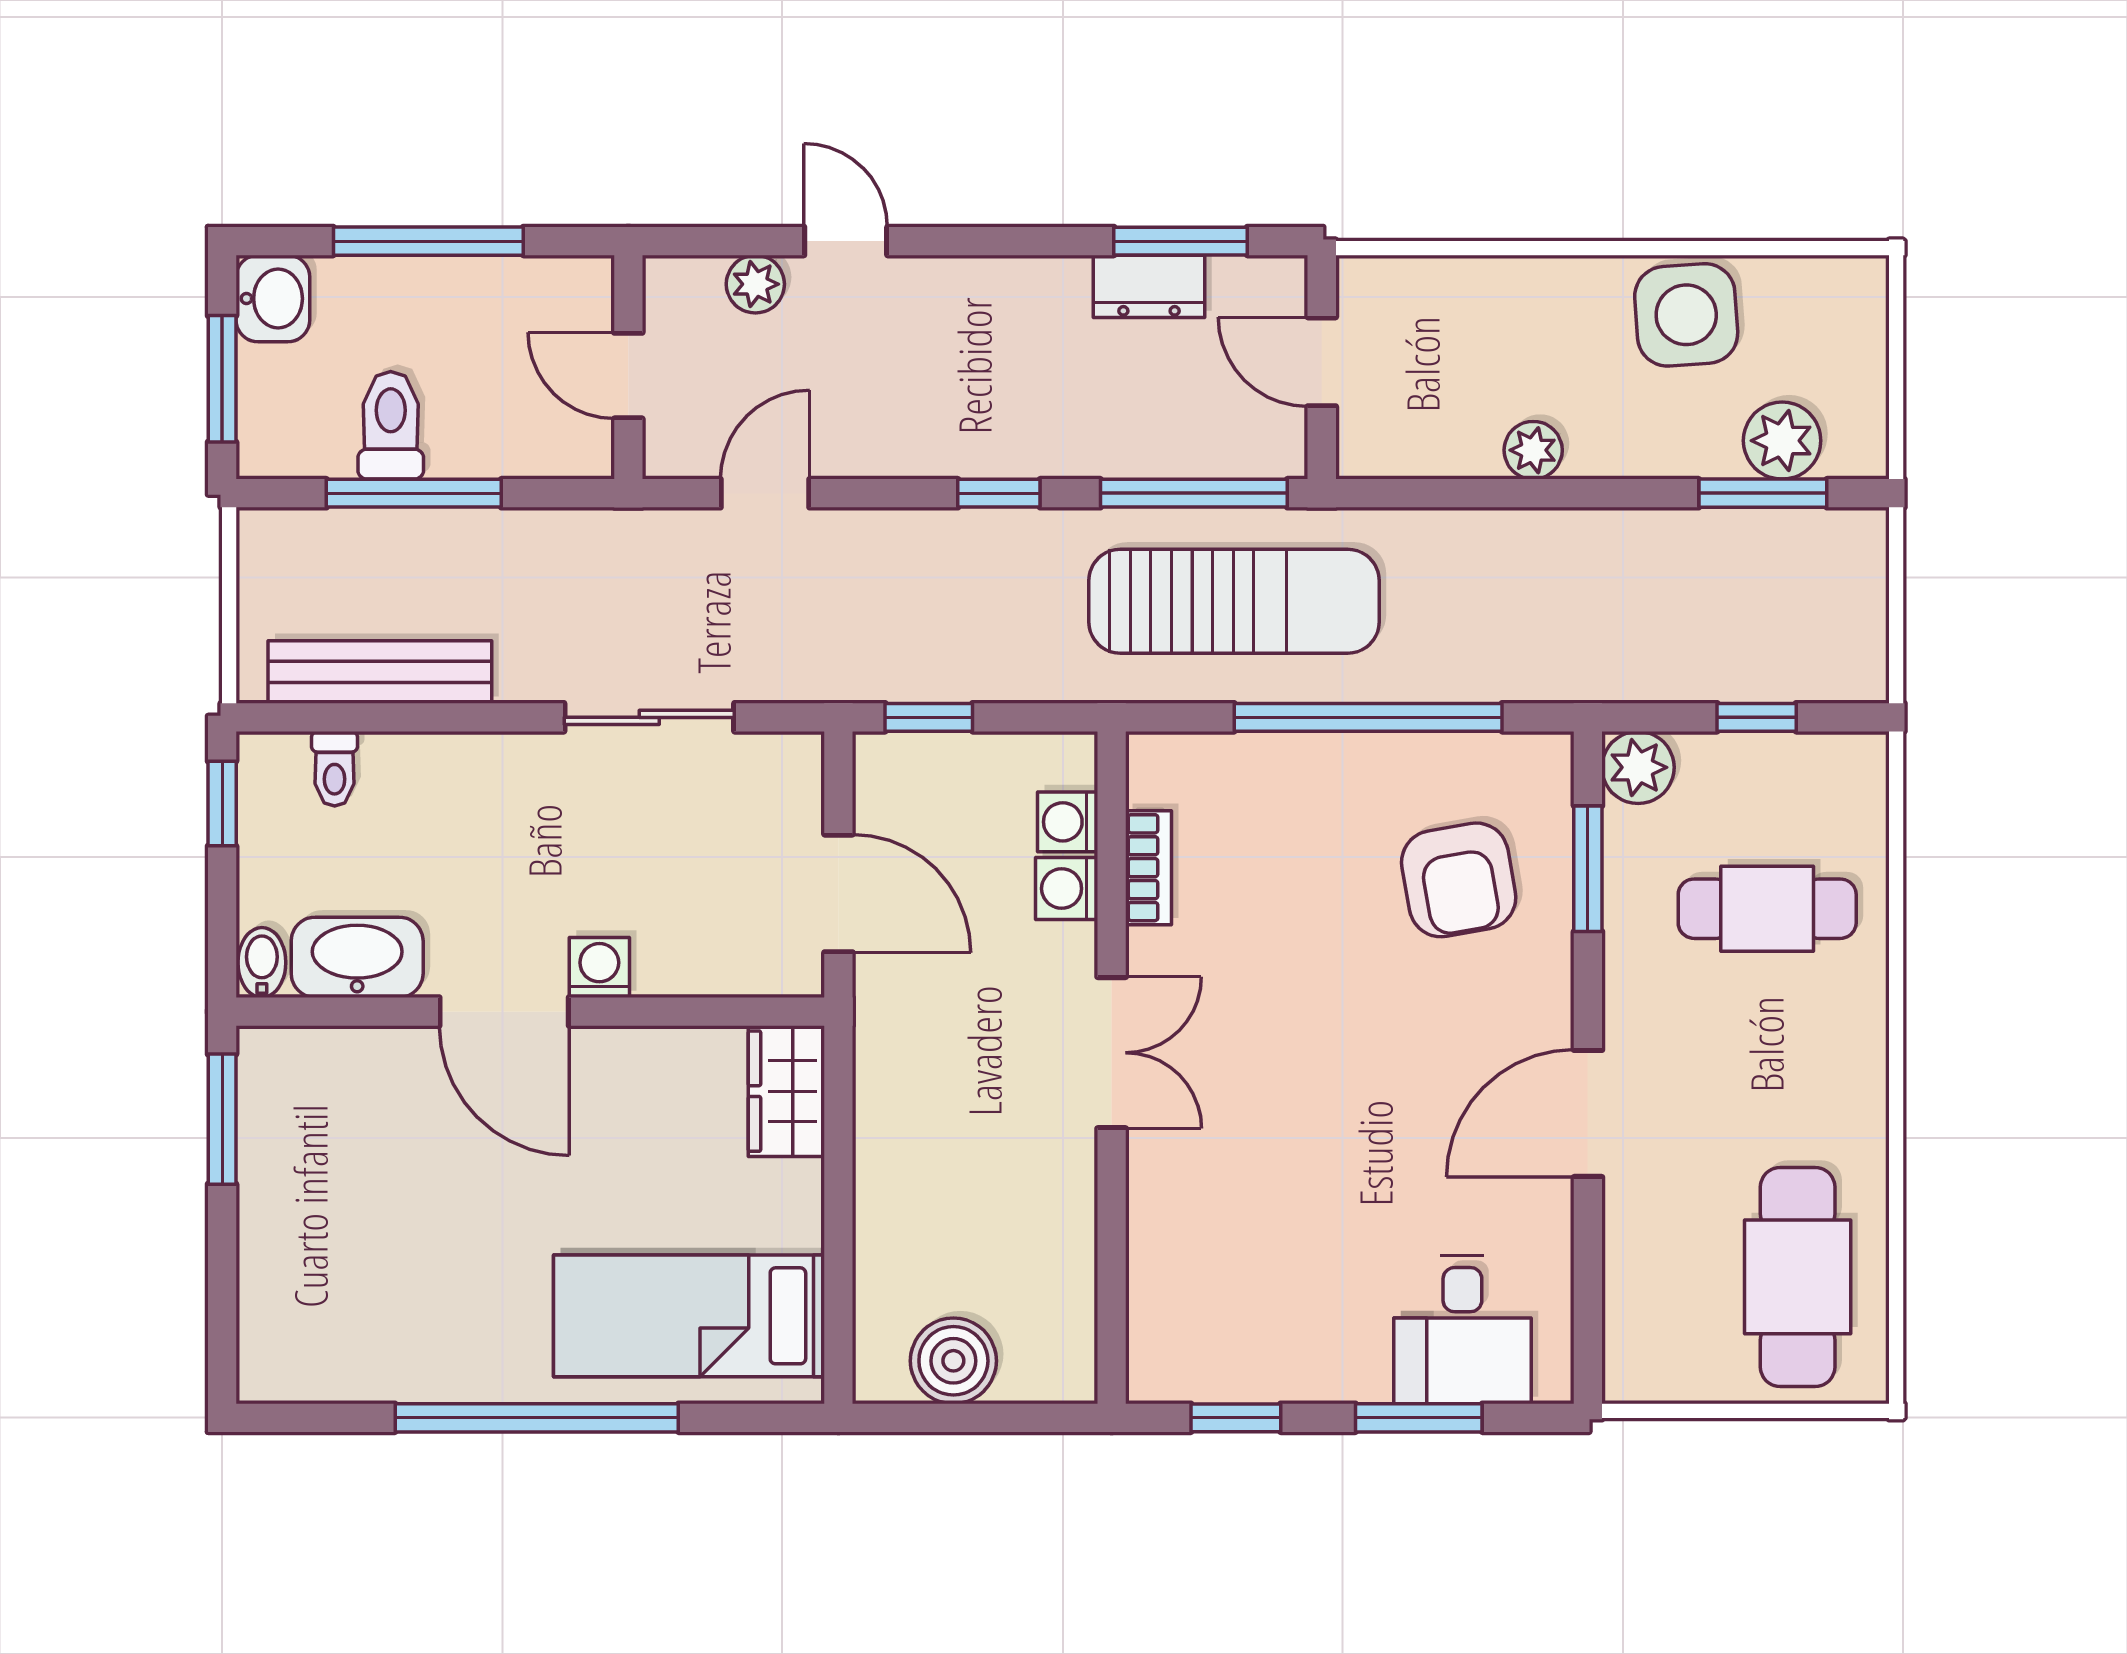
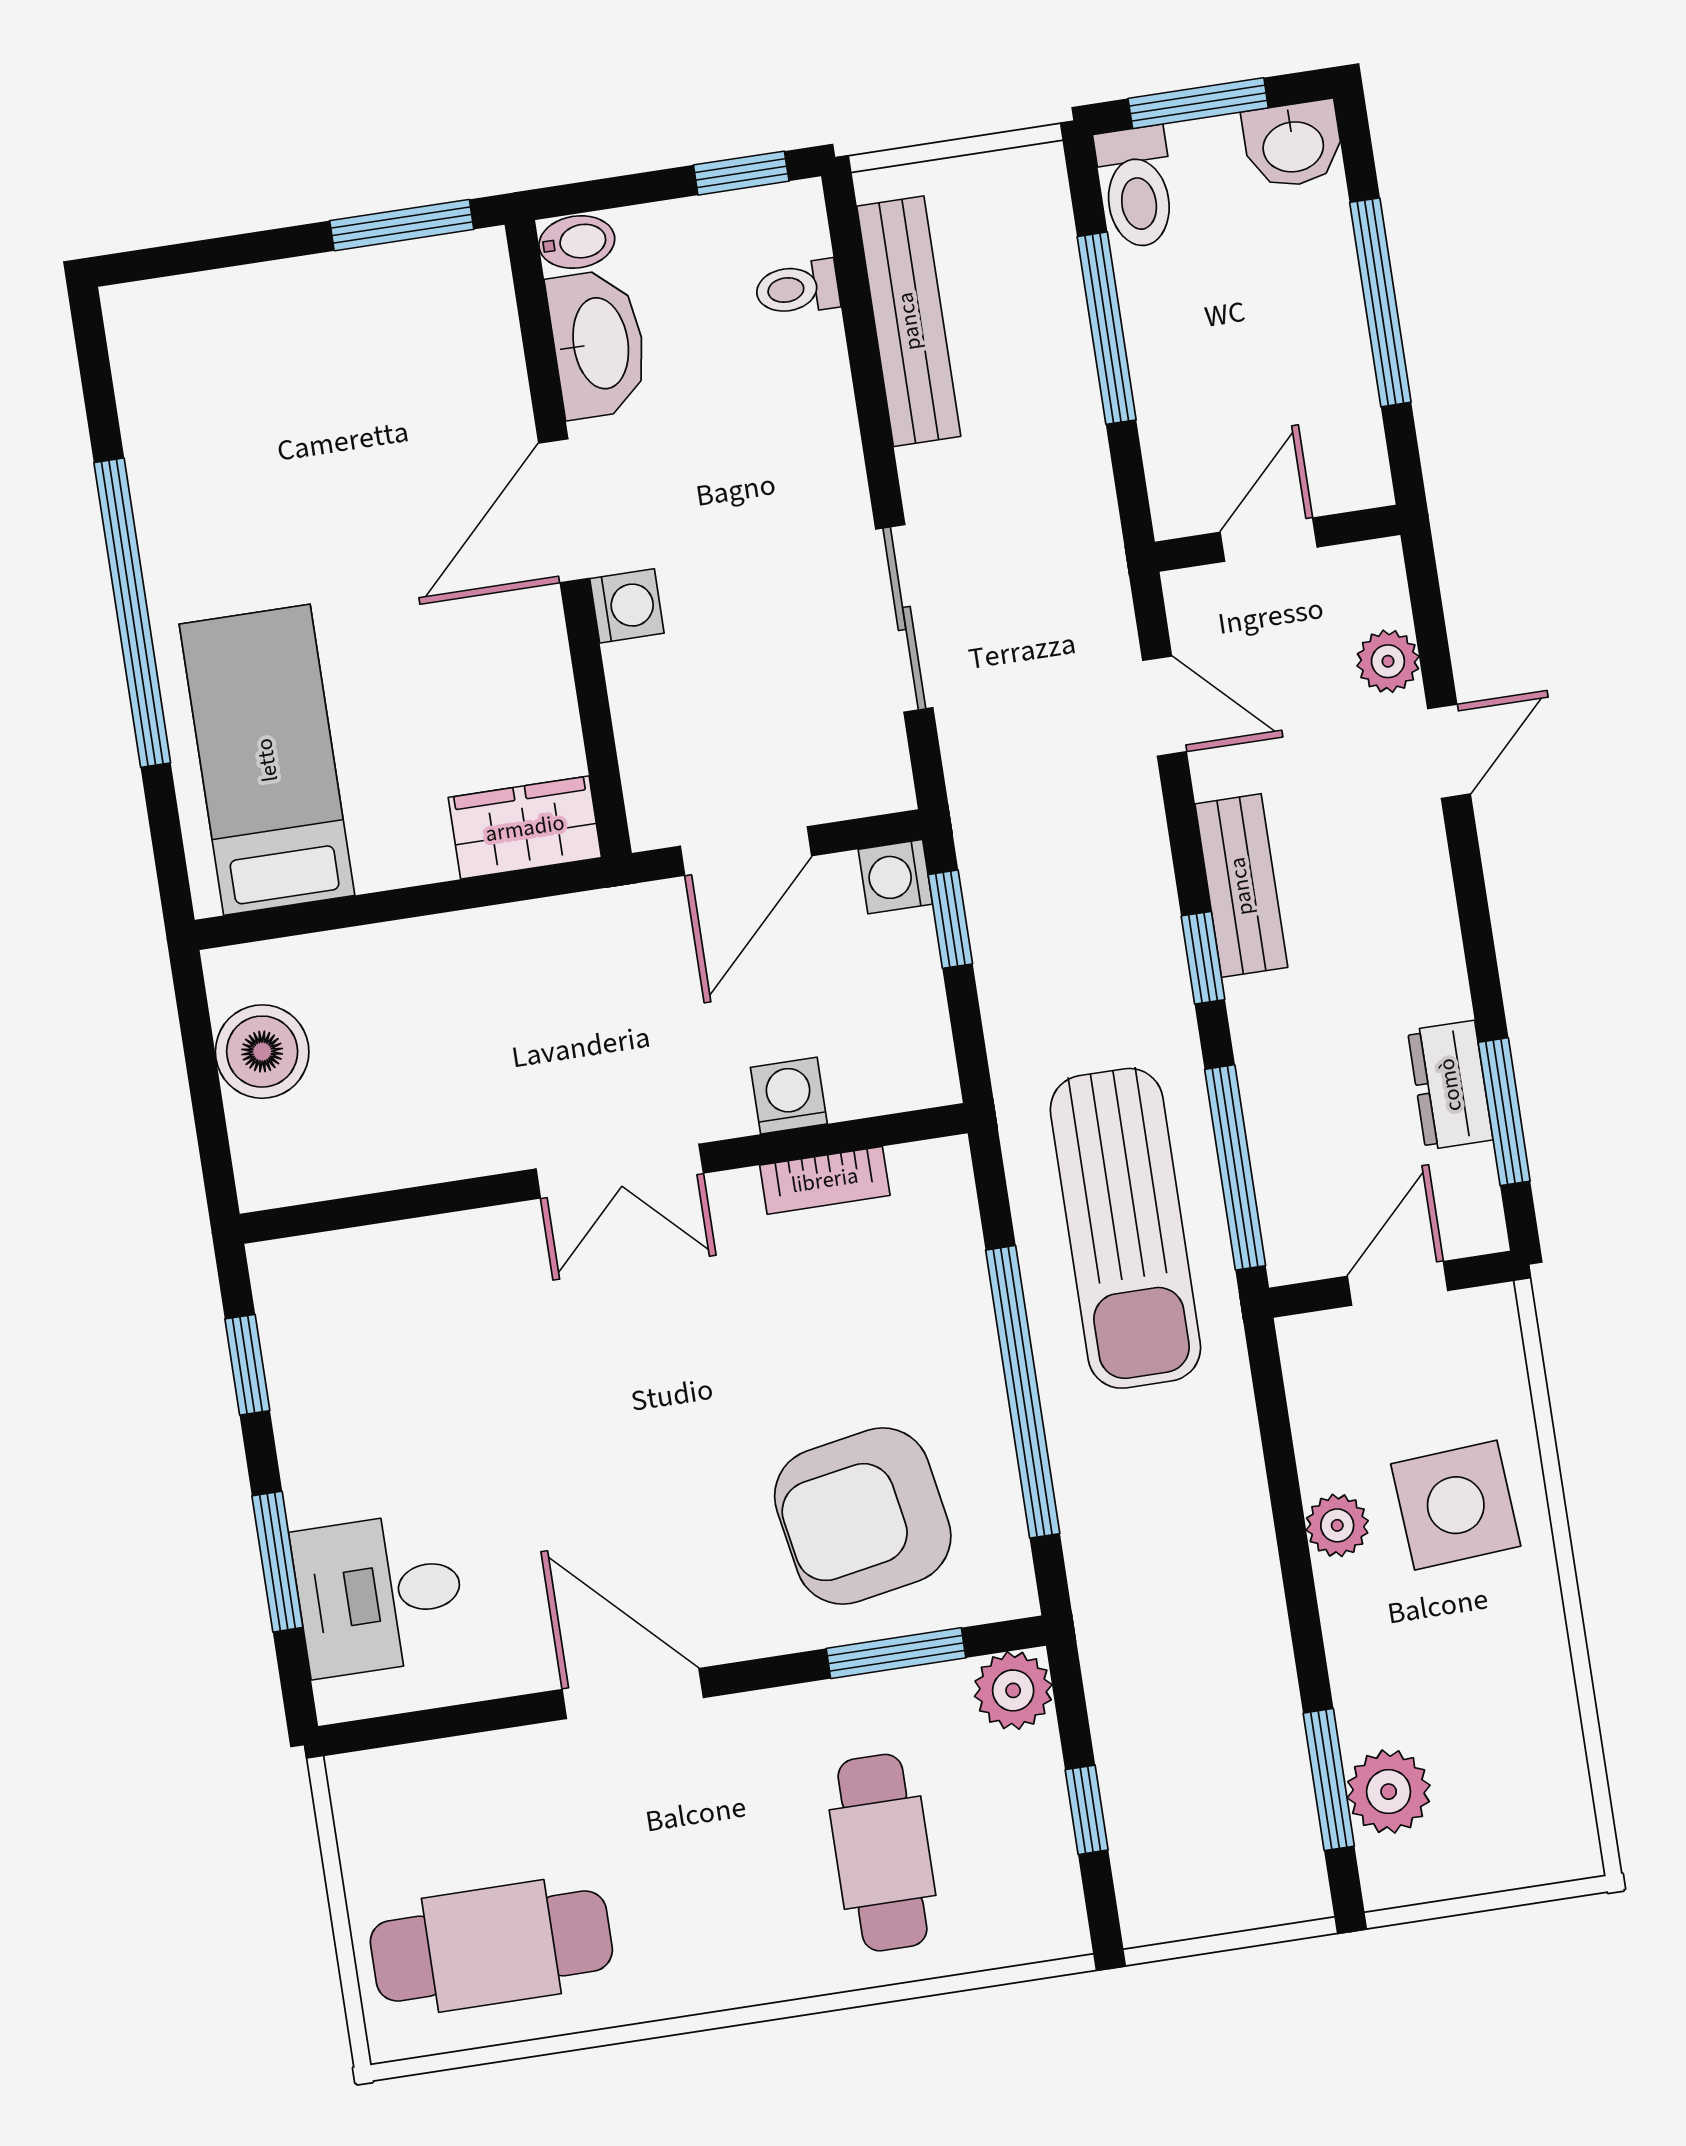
side table: (1686, 315) -> (1456, 1505), moved
toilet: (391, 425) -> (1137, 187), moved, turned 90
bench: (939, 448) -> (1241, 886), added
washing machine: (1068, 822) -> (895, 877), moved, turned -90
armchair: (1459, 880) -> (863, 1516), width x1.36, depth x1.36

